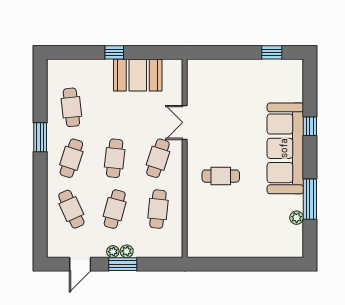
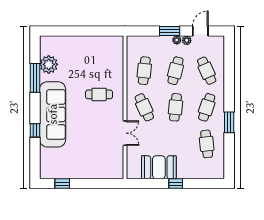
cafe table: (158, 158) -> (144, 107), turned -42
plant: (297, 218) -> (49, 64), width x1.88, depth x1.88
plant: (127, 251) -> (187, 40), moved

